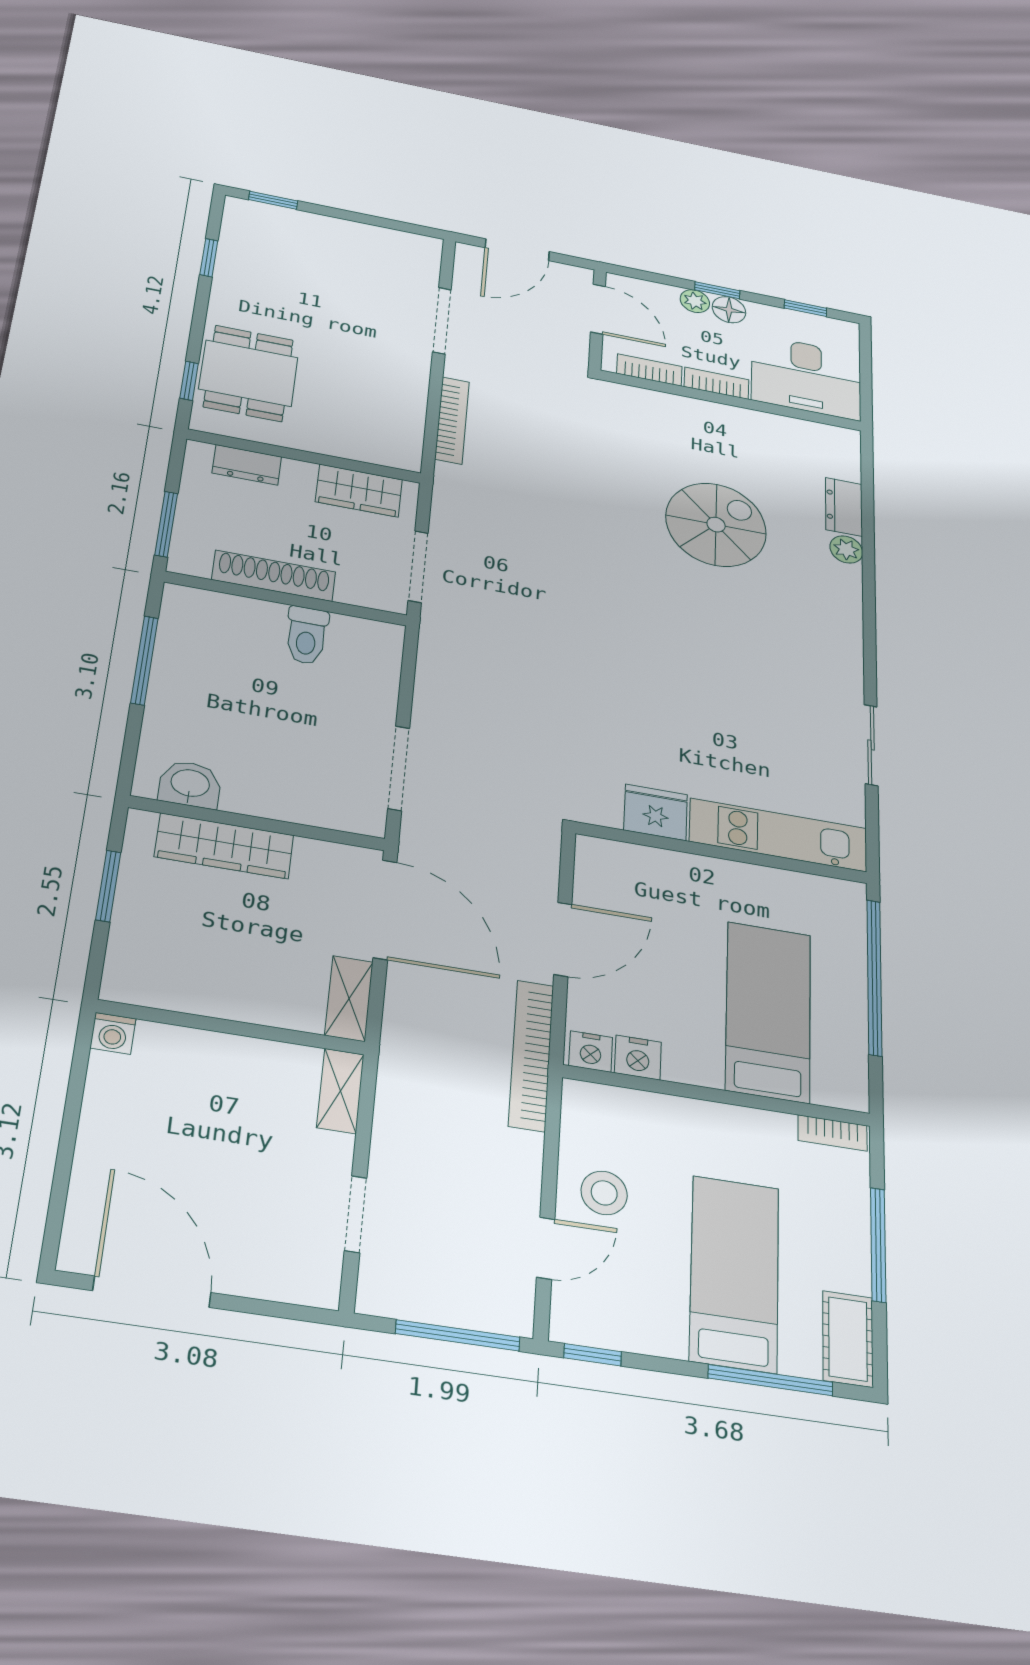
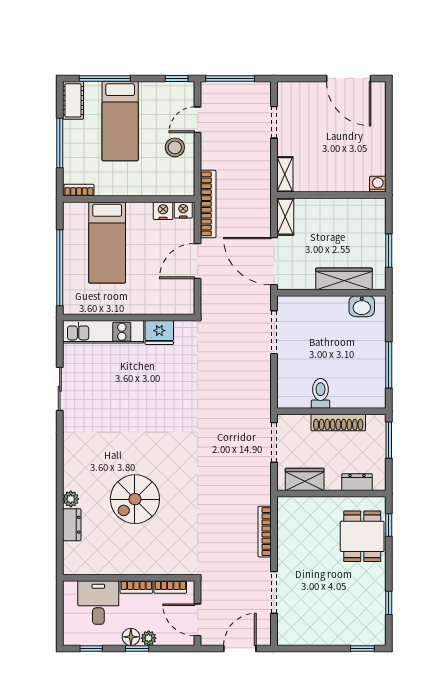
desk: (806, 377) -> (98, 602), width x0.73

